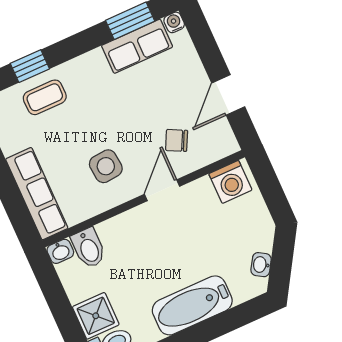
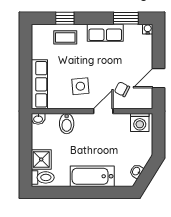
row of seats: (137, 46) -> (105, 33), moved
bidet: (89, 248) -> (67, 124), moved

